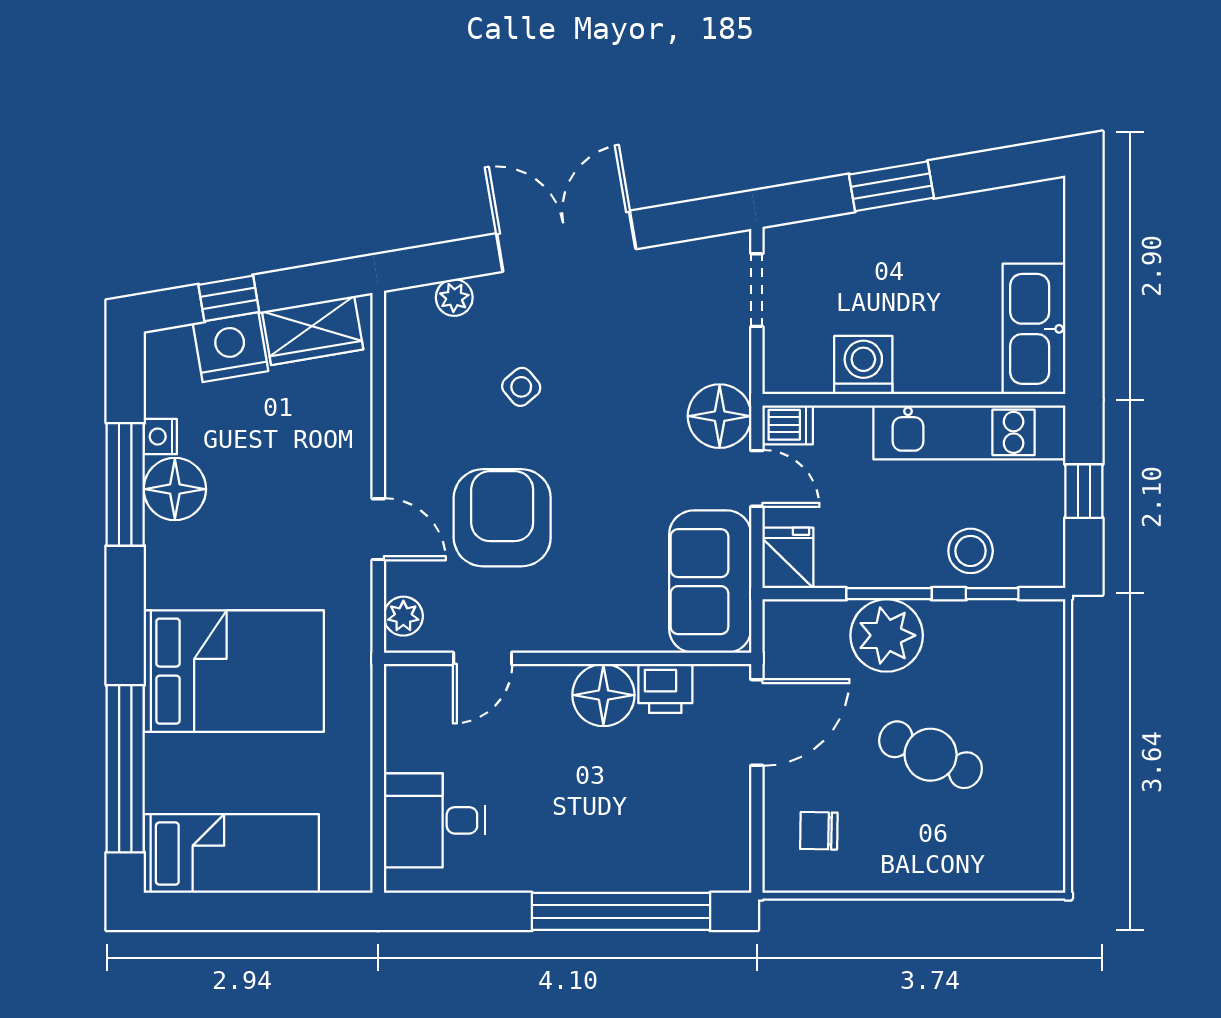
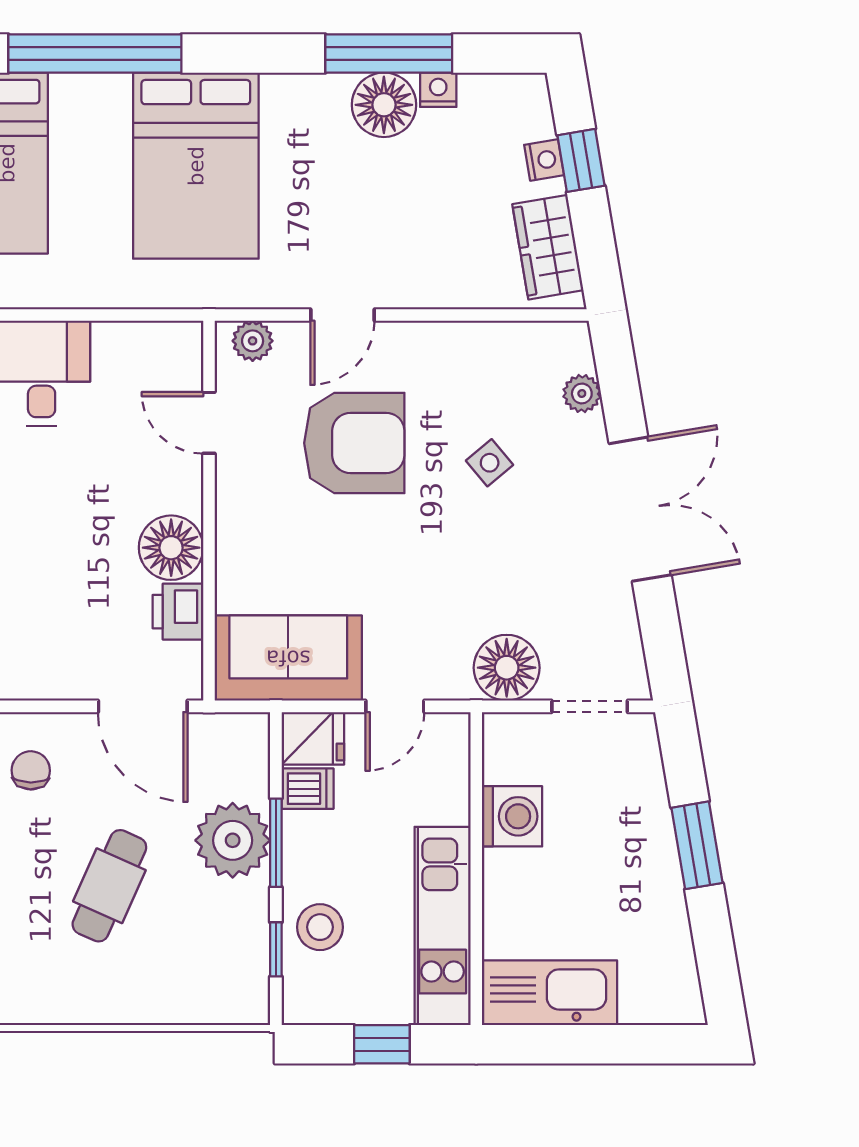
nightstand: (230, 347) -> (544, 160), width x0.53, depth x0.56
floor lamp: (720, 416) -> (507, 668), moved
dishwasher: (788, 425) -> (308, 789), moved, turned -90

